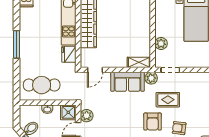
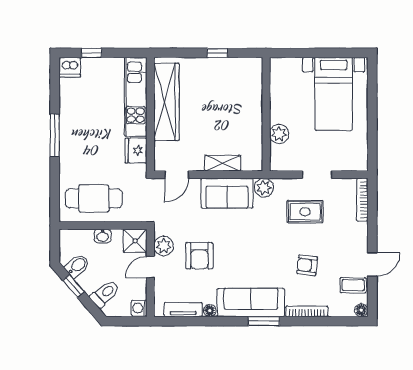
shelving: (139, 62) -> (223, 163), moved
doorway: (170, 70) -> (317, 175), moved
rug: (168, 100) -> (305, 212), moved
armchair: (153, 122) -> (199, 256), moved

